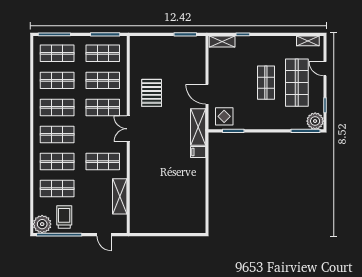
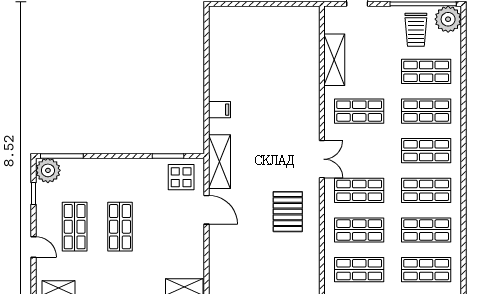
shop shelf: (297, 83) -> (75, 227), width x0.70, depth x0.74
filing cabinet: (198, 152) -> (220, 110), moved

